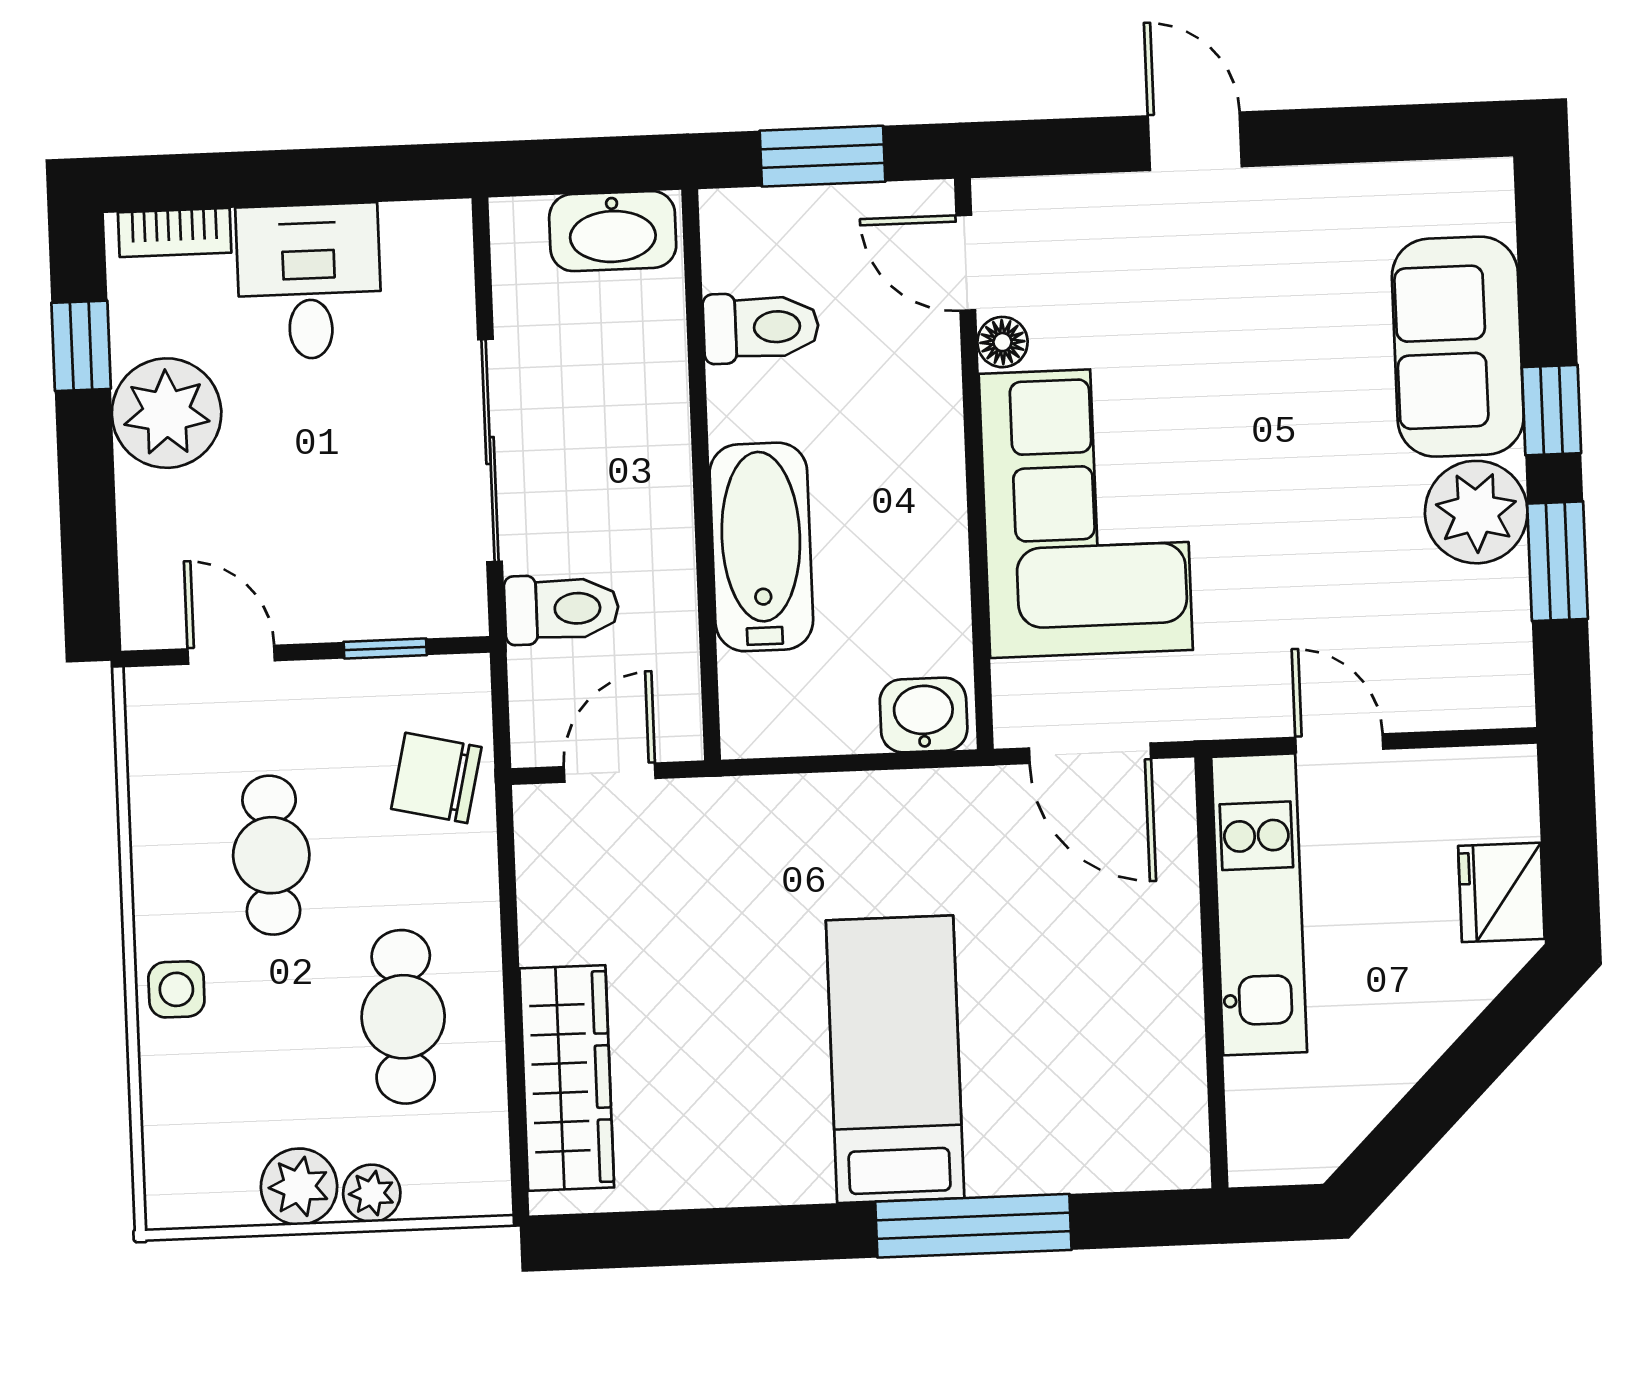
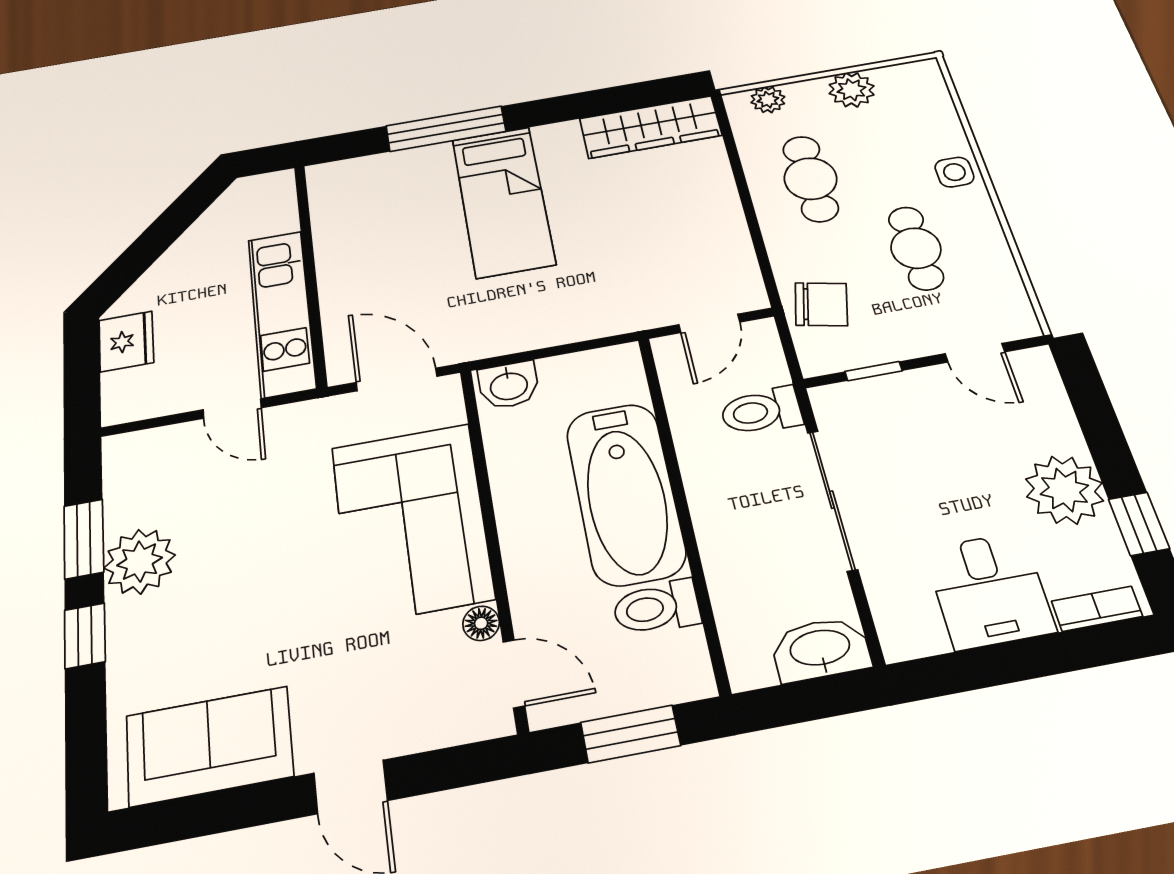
washbasin: (613, 231) -> (820, 649), moved
sofa: (1458, 347) -> (209, 746), moved, turned -90
bathtub: (761, 547) -> (625, 493), width x1.36, depth x1.36
wardrobe: (567, 1078) -> (650, 127), moved, turned -90
plant: (372, 1193) -> (768, 100), moved

